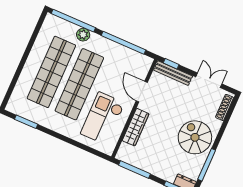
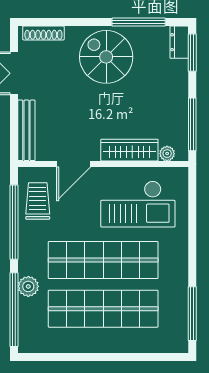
trolley: (130, 62) -> (38, 201), added
window: (171, 64) -> (14, 139), removed
window: (26, 122) -> (192, 314), width x1.44
spiral stairs: (195, 137) -> (106, 57), turned 90
plant: (124, 148) -> (167, 154), added

